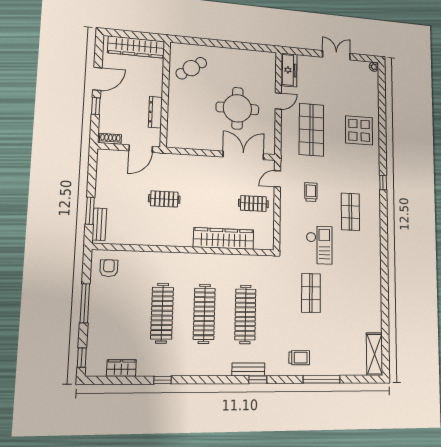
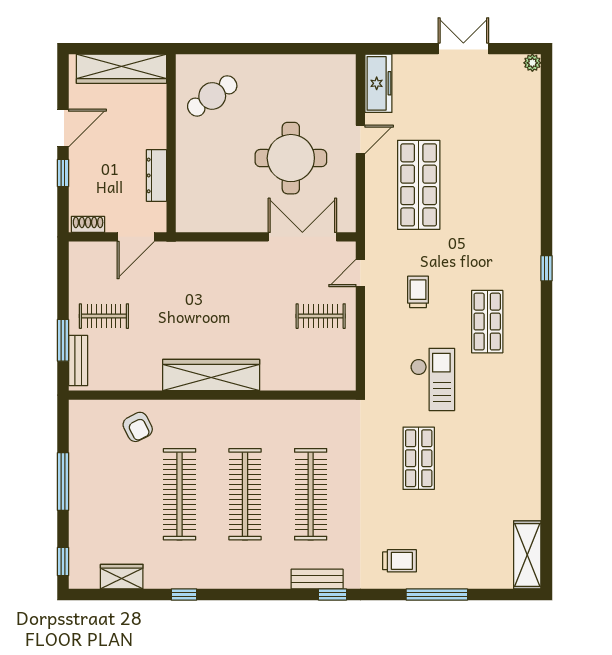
display table: (359, 130) -> (504, 180), removed
clothes rail: (164, 199) -> (104, 316), moved
wardrobe: (224, 238) -> (211, 375), moved
armchair: (109, 268) -> (138, 427), moved, turned 153

